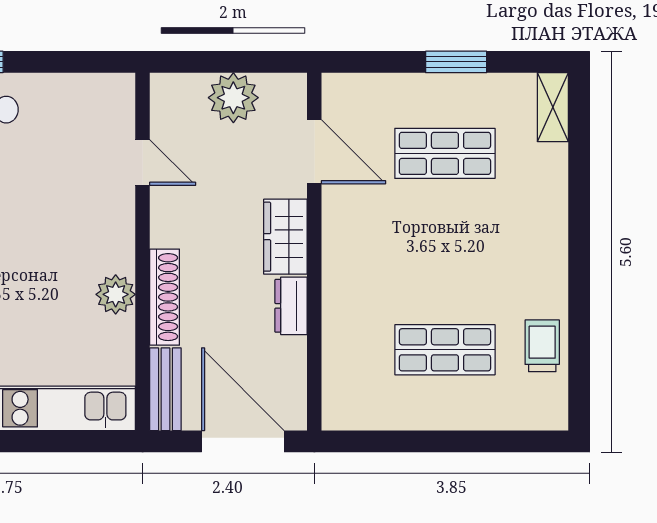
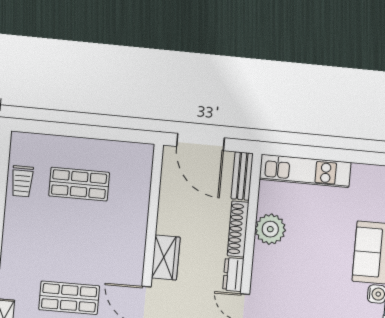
plant: (116, 294) -> (270, 229), width x1.36, depth x1.36
dresser: (291, 306) -> (233, 275), moved, turned 180

